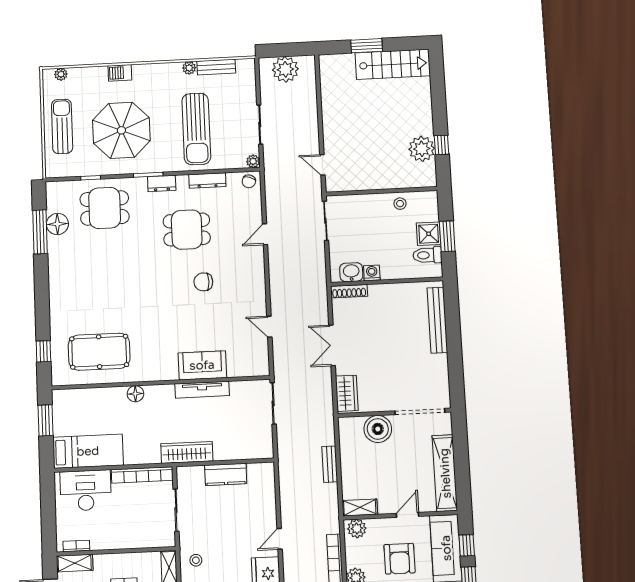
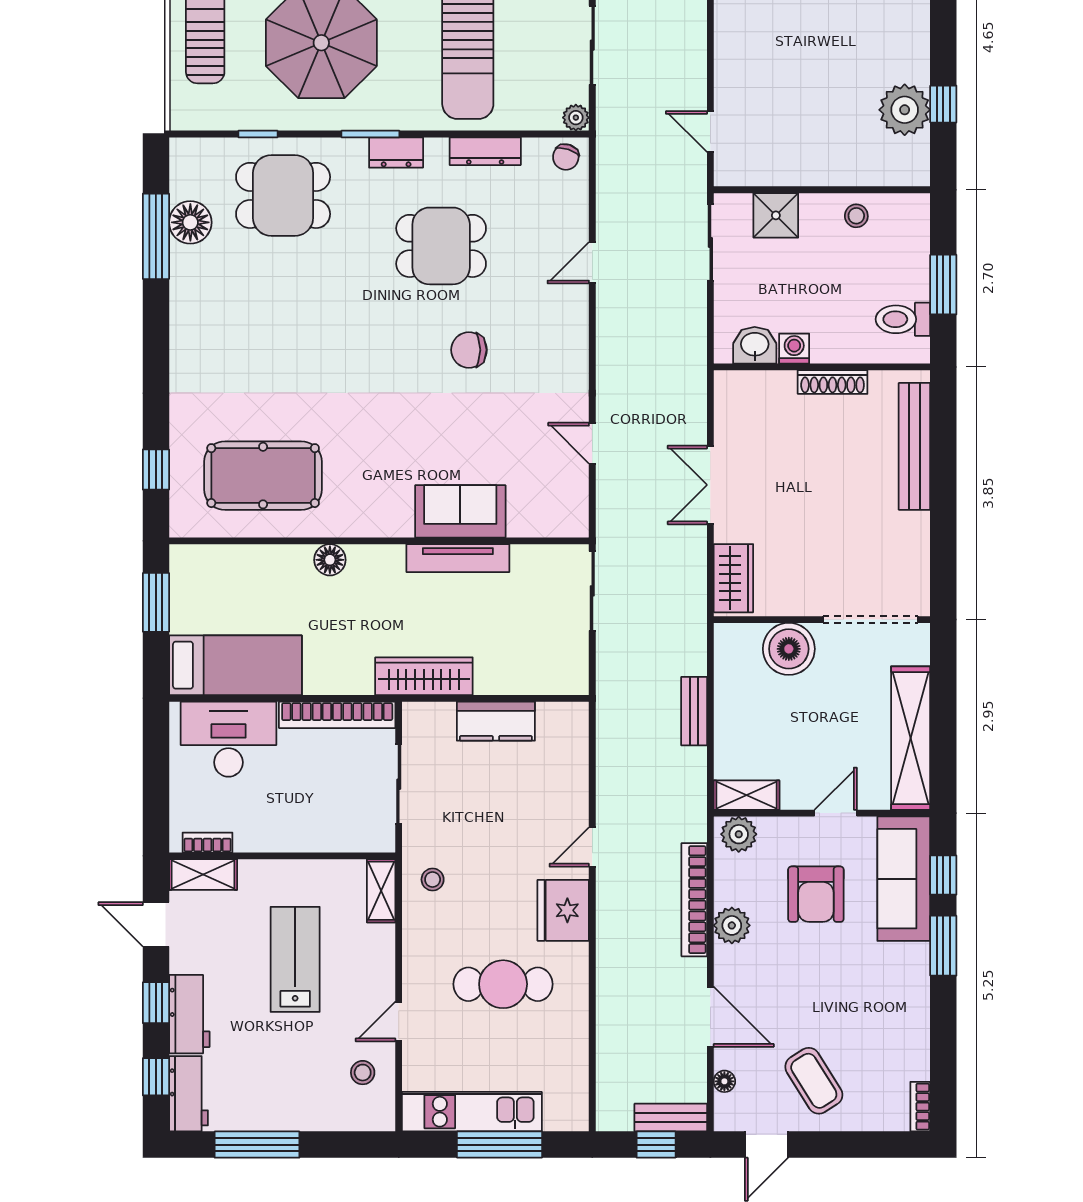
shower: (429, 234) -> (776, 215), moved
shoe rack: (349, 291) -> (833, 382), moved

